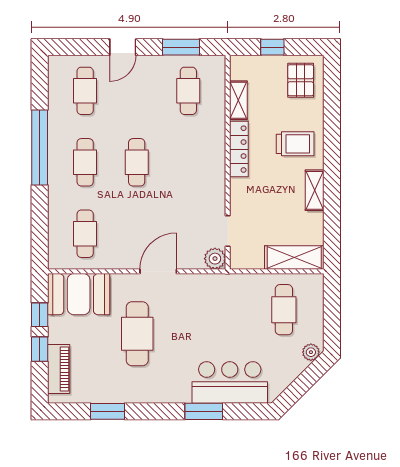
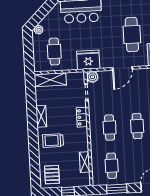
locker: (239, 149) -> (82, 117), moved, width x0.66
cafe table: (188, 162) -> (110, 128), added
fridge: (221, 291) -> (88, 60), added

